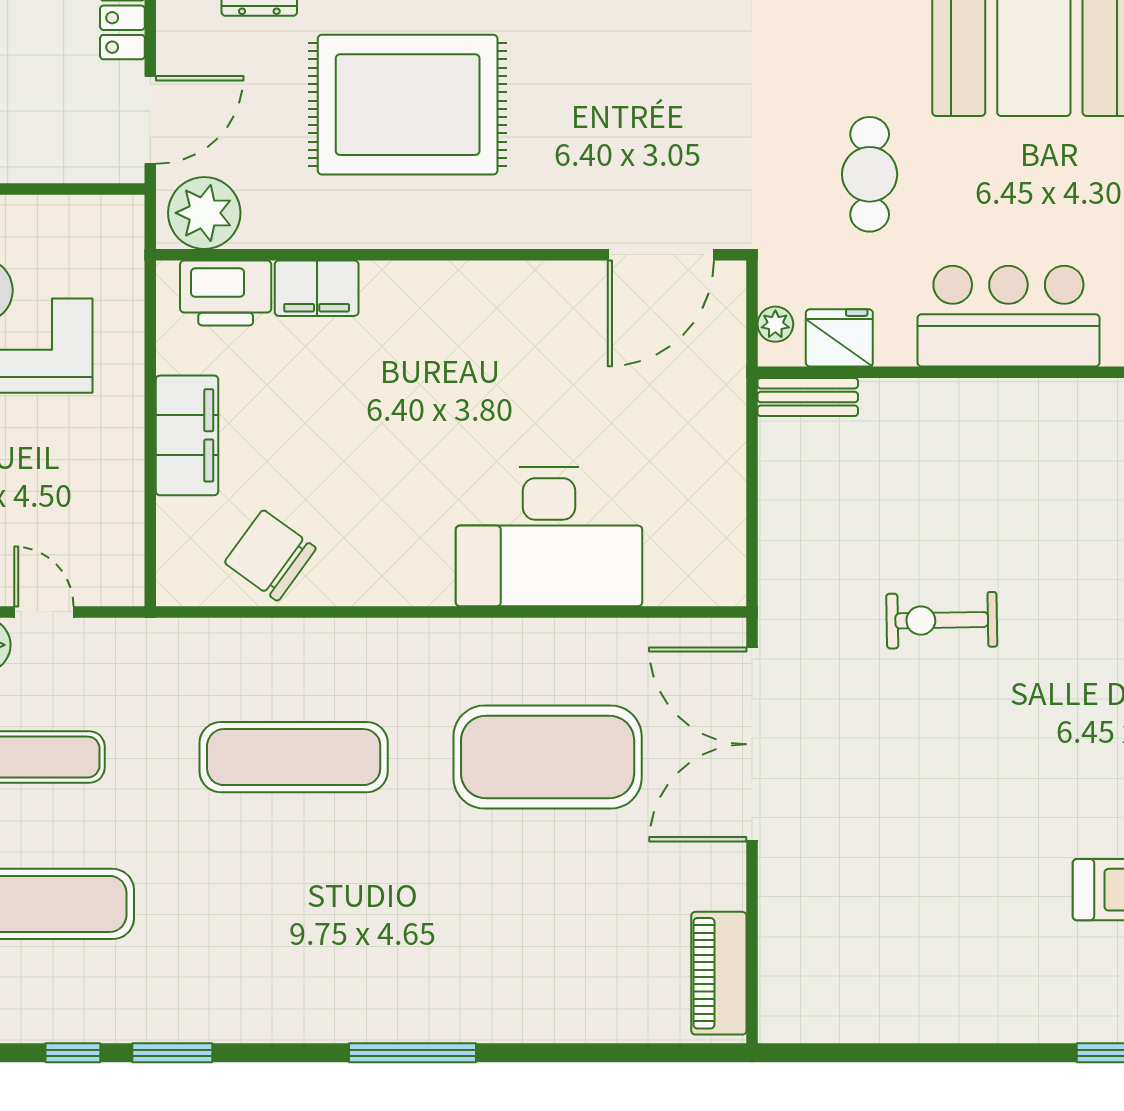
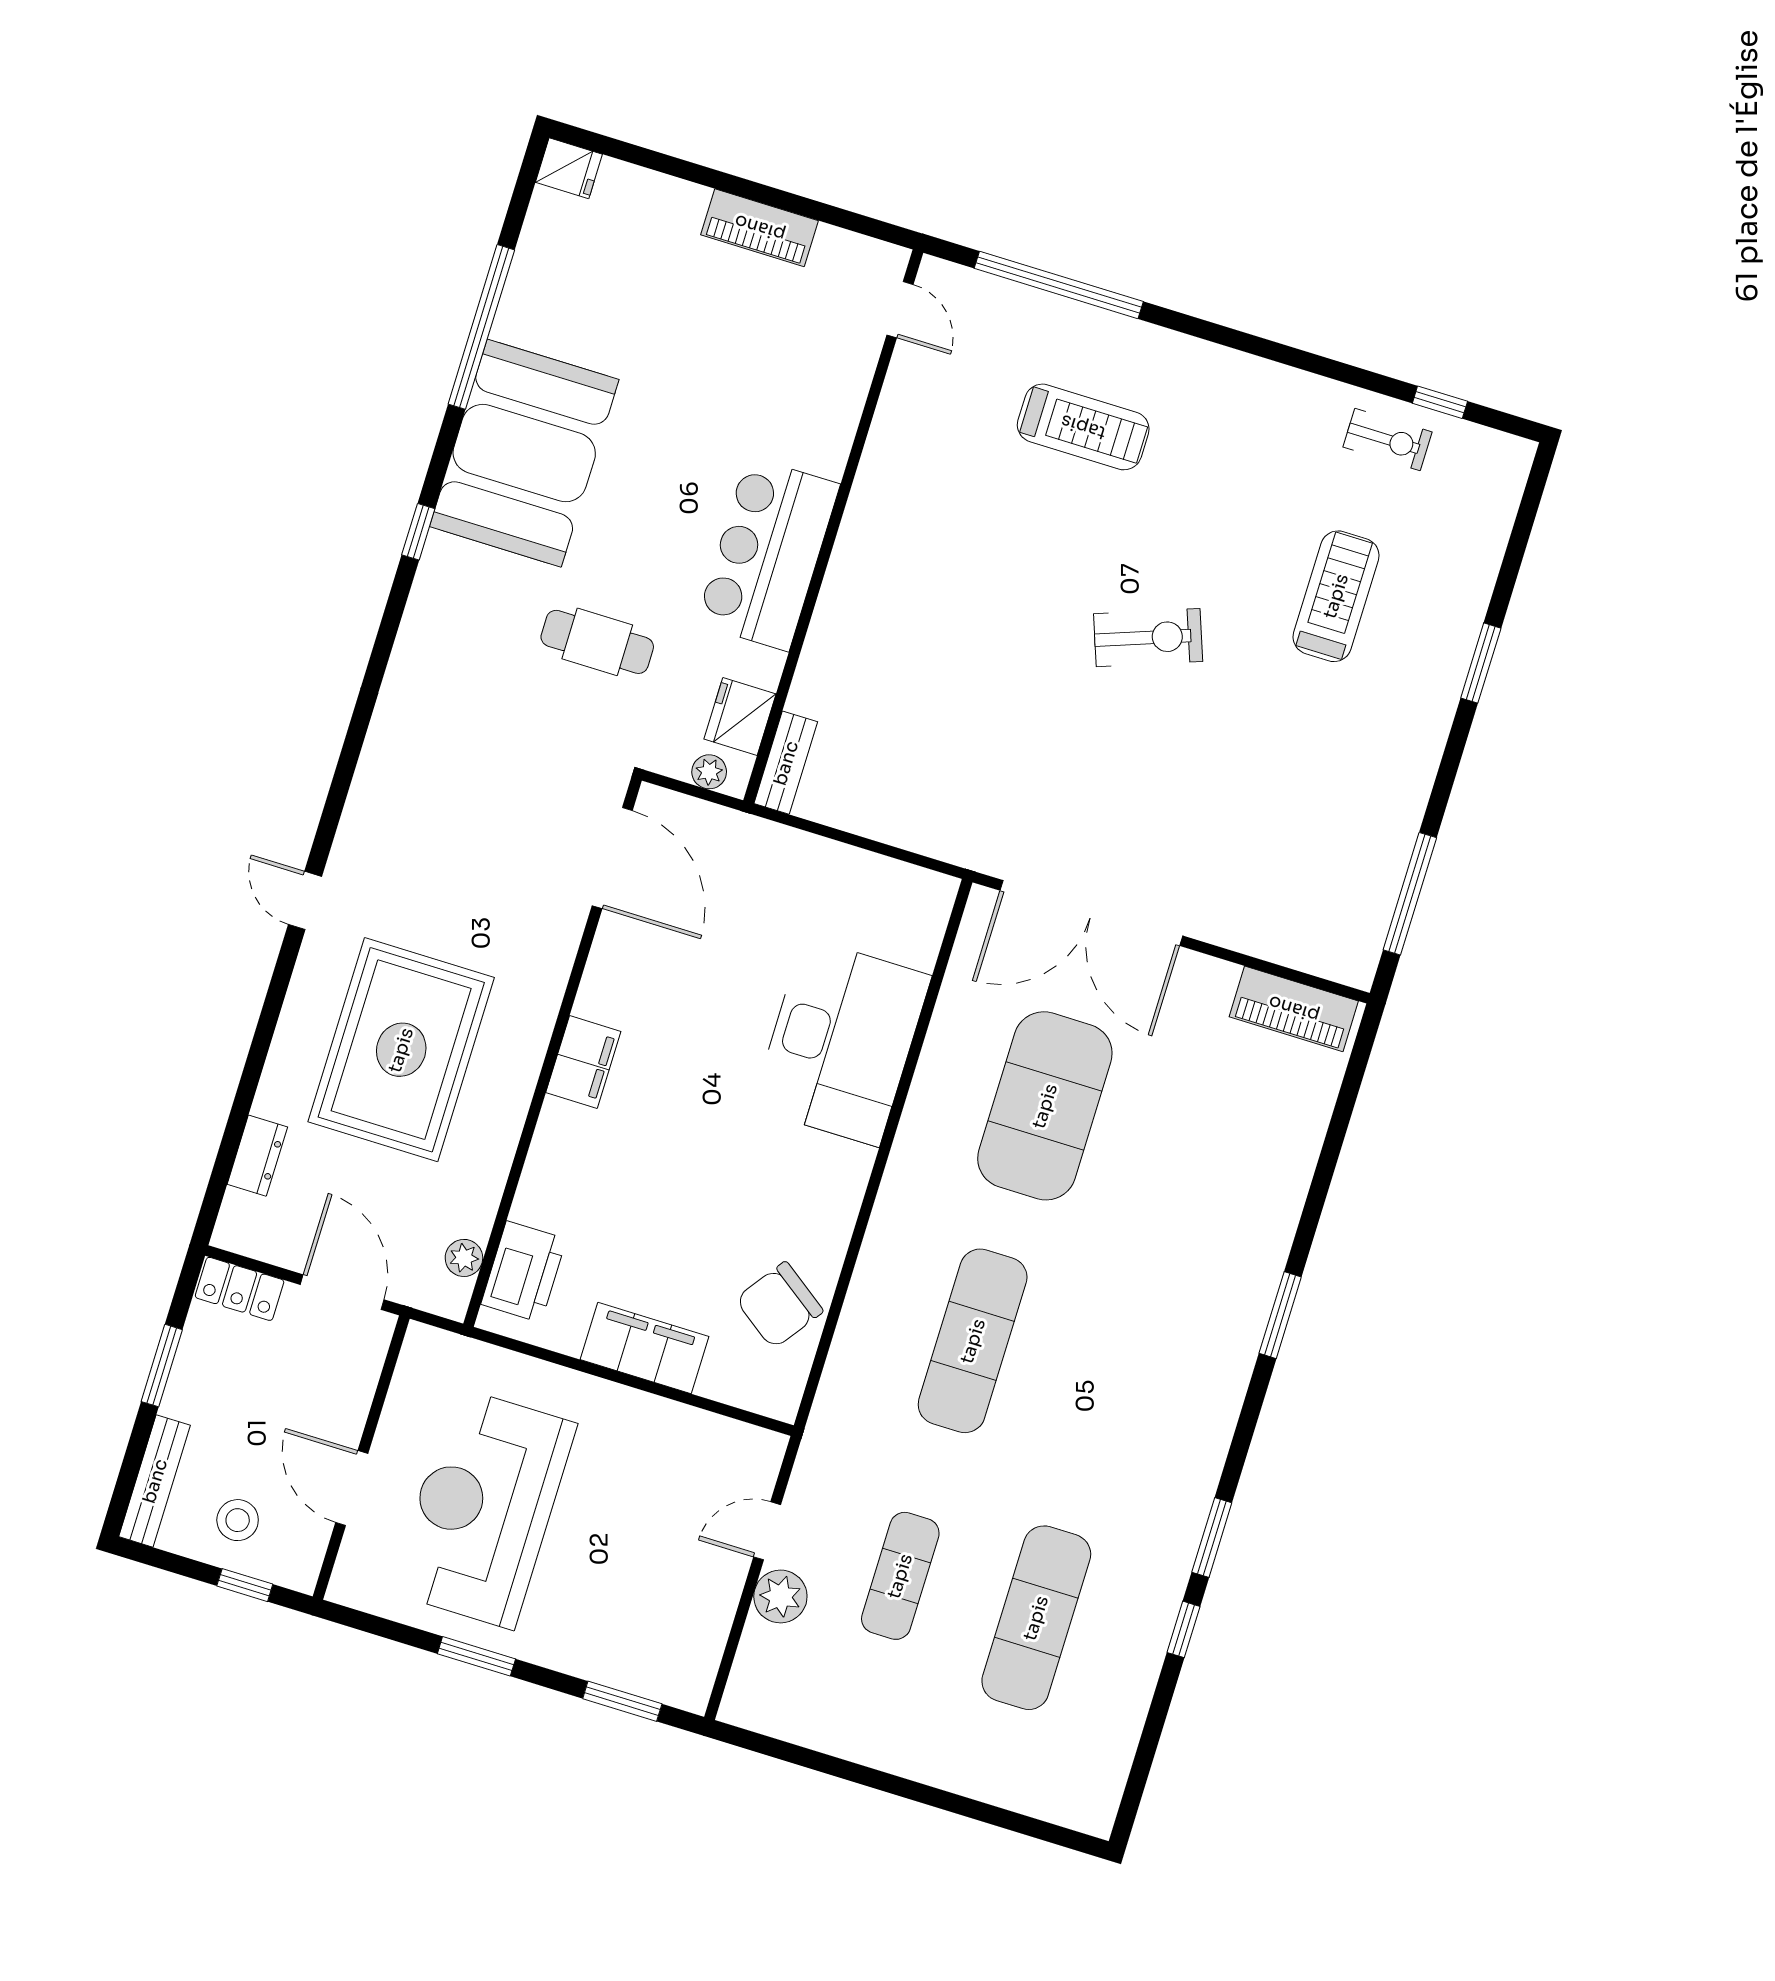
plant: (204, 213) -> (464, 1258), width x0.53, depth x0.53
filing cabinet: (317, 288) -> (583, 1062), moved
exercise bike: (942, 620) -> (1148, 638), moved, turned -109
window: (412, 1053) -> (1280, 1315), width x0.69
window: (868, 1053) -> (1410, 894), added

